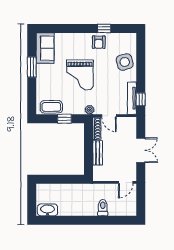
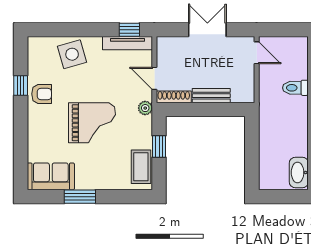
door: (109, 116) -> (154, 78), swing flipped

